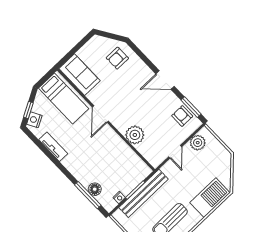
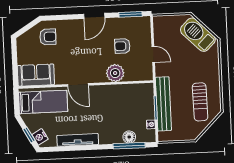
armchair: (117, 58) -> (48, 37), turned -90
armchair: (182, 116) -> (122, 46), moved
plant: (198, 143) -> (161, 32), removed
tv unit: (53, 147) -> (78, 140), width x1.41
barbecue: (210, 198) -> (198, 35), moved, turned -45

